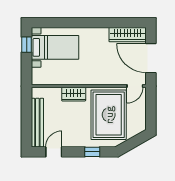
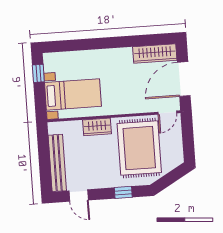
bed with nightstands: (55, 47) -> (73, 94), moved
door: (151, 58) -> (184, 79), hinge flipped
door: (54, 152) -> (79, 196), swing flipped

